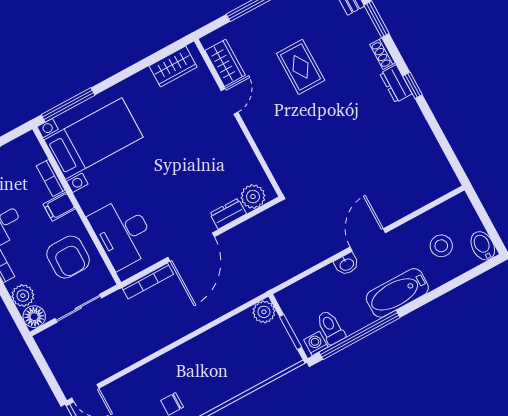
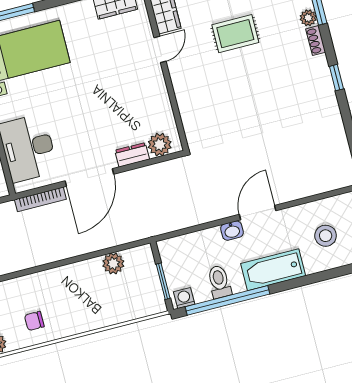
plant: (369, 33) -> (308, 18), added
rug: (301, 67) -> (235, 34), turned 90
dresser: (396, 84) -> (321, 72), removed
plant: (264, 312) -> (113, 264), moved
toilet: (331, 327) -> (219, 282), moved

